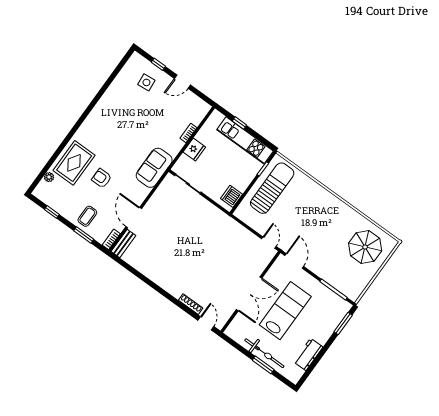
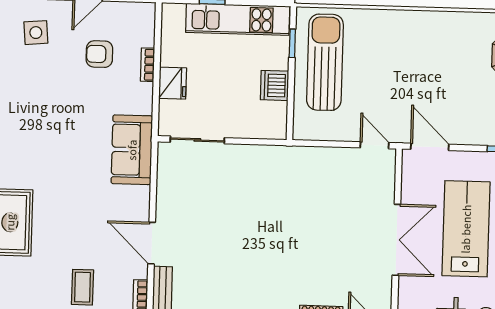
armchair: (102, 178) -> (99, 54), moved
dishwasher: (232, 196) -> (275, 85), moved

